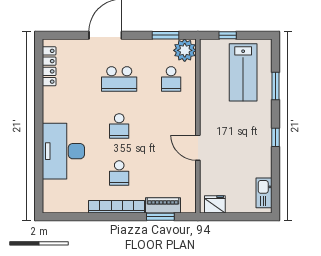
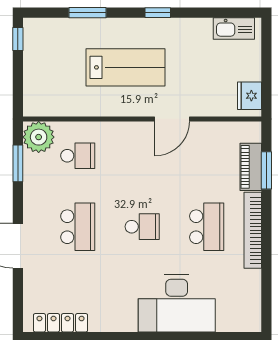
window: (228, 35) -> (18, 39), moved
lab bench: (243, 72) -> (125, 67), moved
school desk: (119, 173) -> (207, 227), width x1.85

